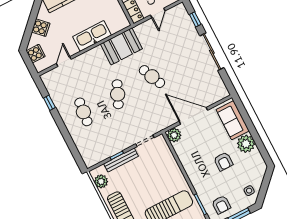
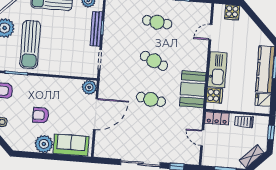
cooker: (41, 28) -> (214, 95), moved, turned -135
door: (64, 61) -> (211, 32), swing flipped
cafe table: (152, 77) -> (151, 99), turned 33

